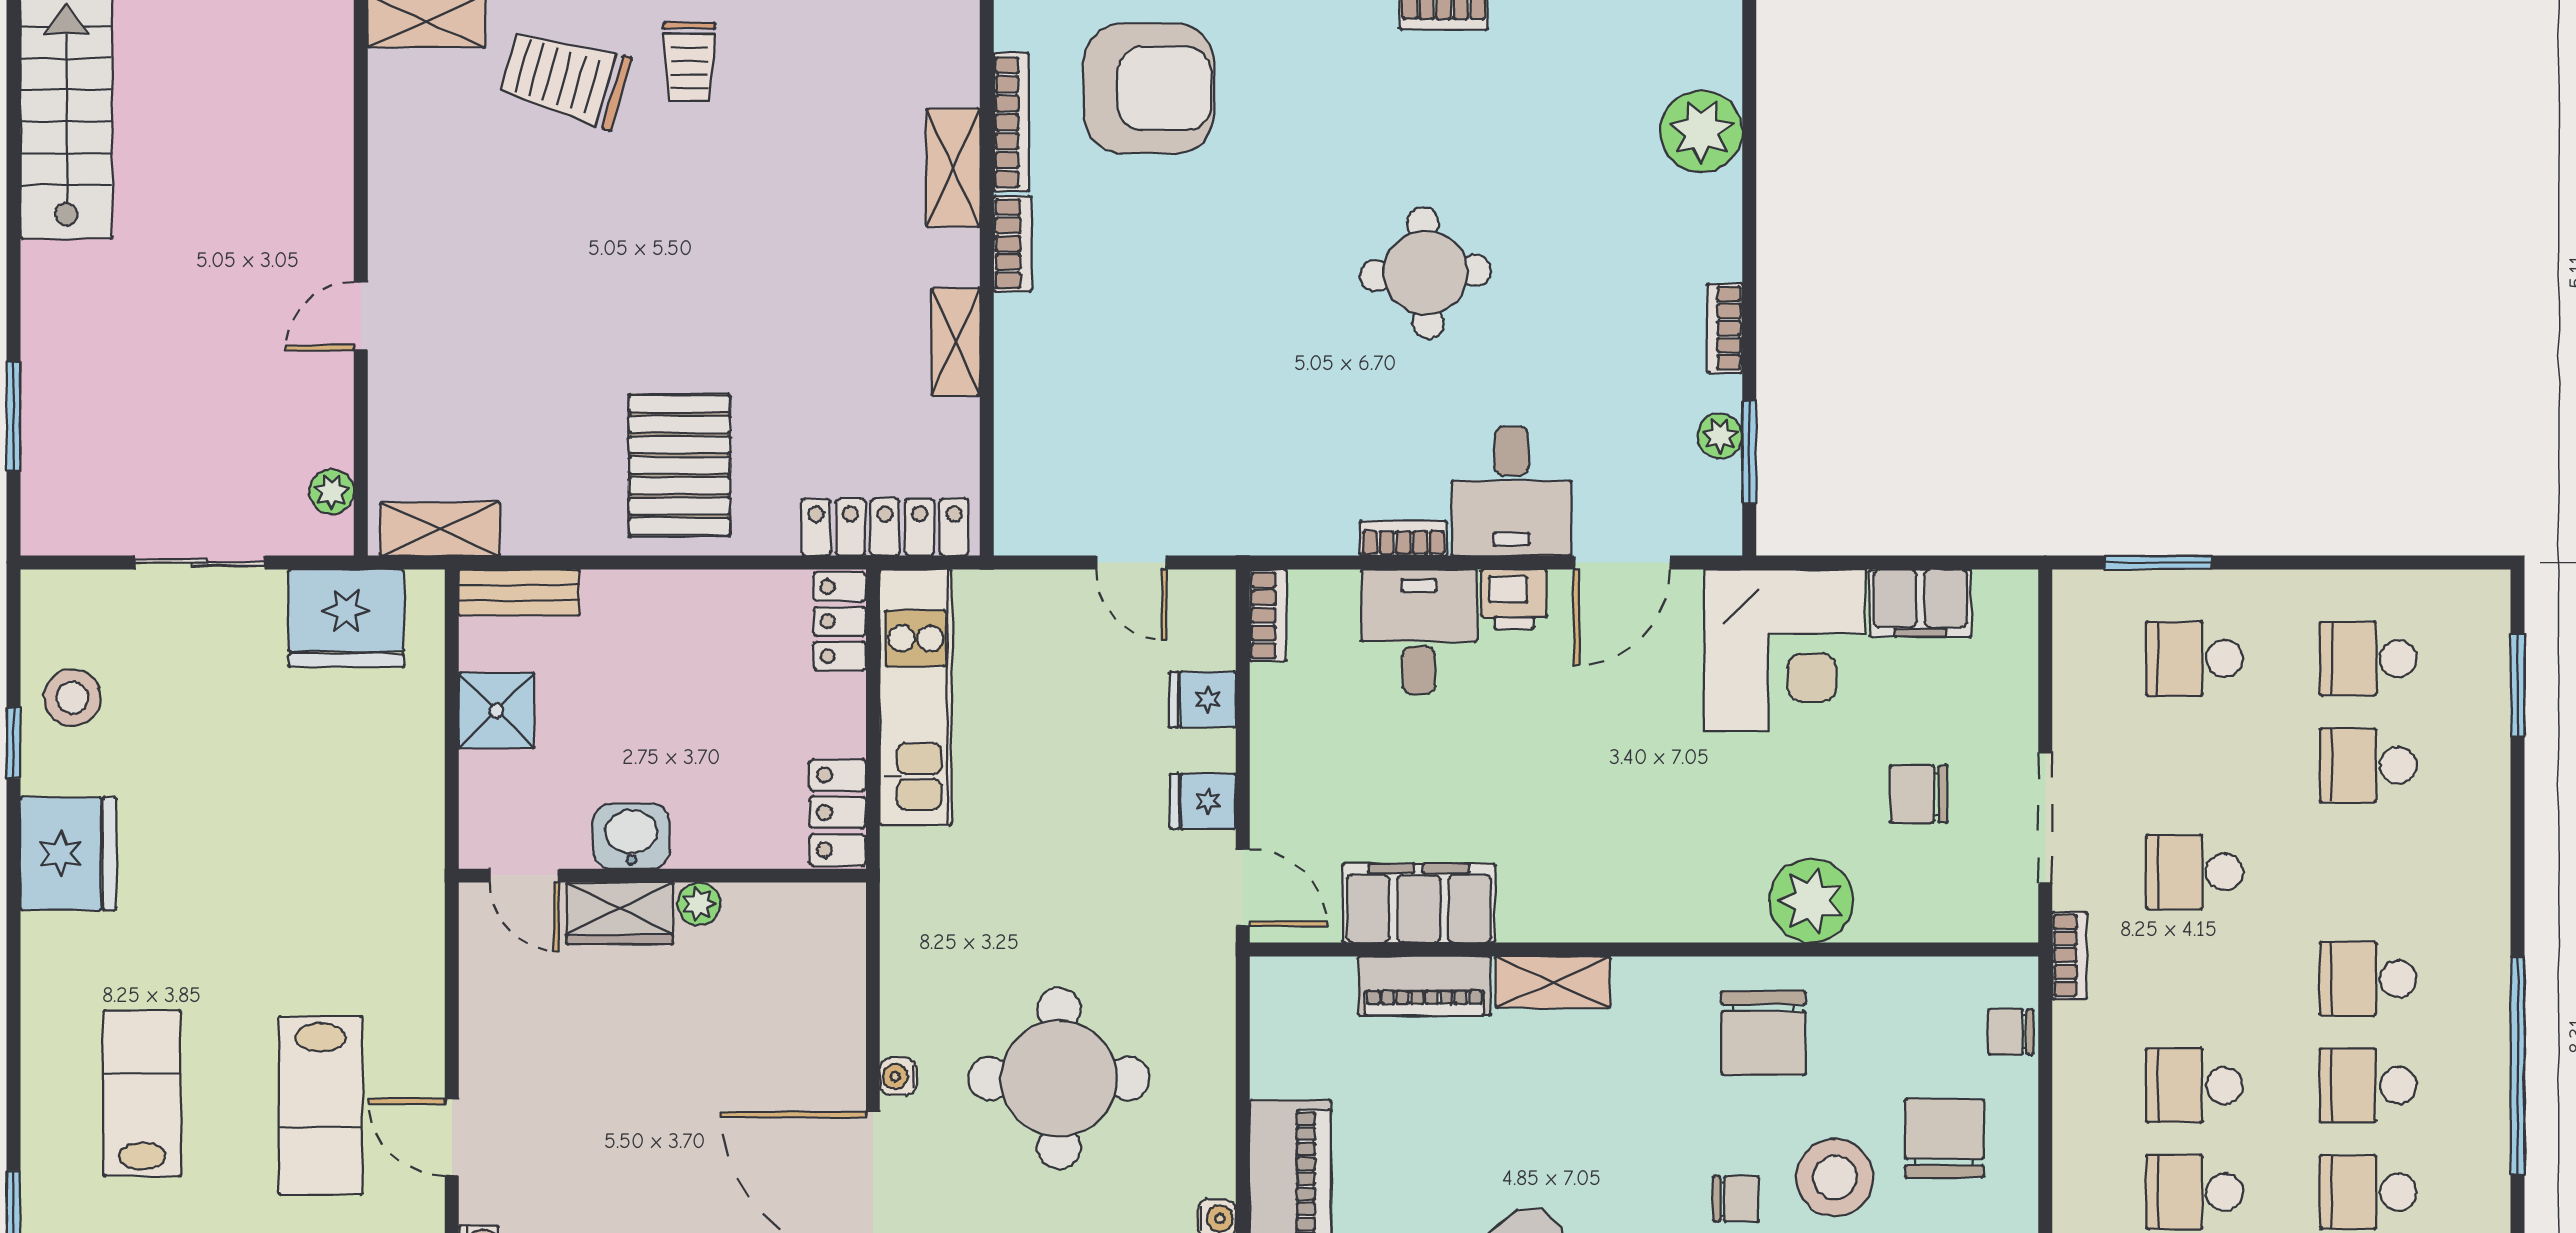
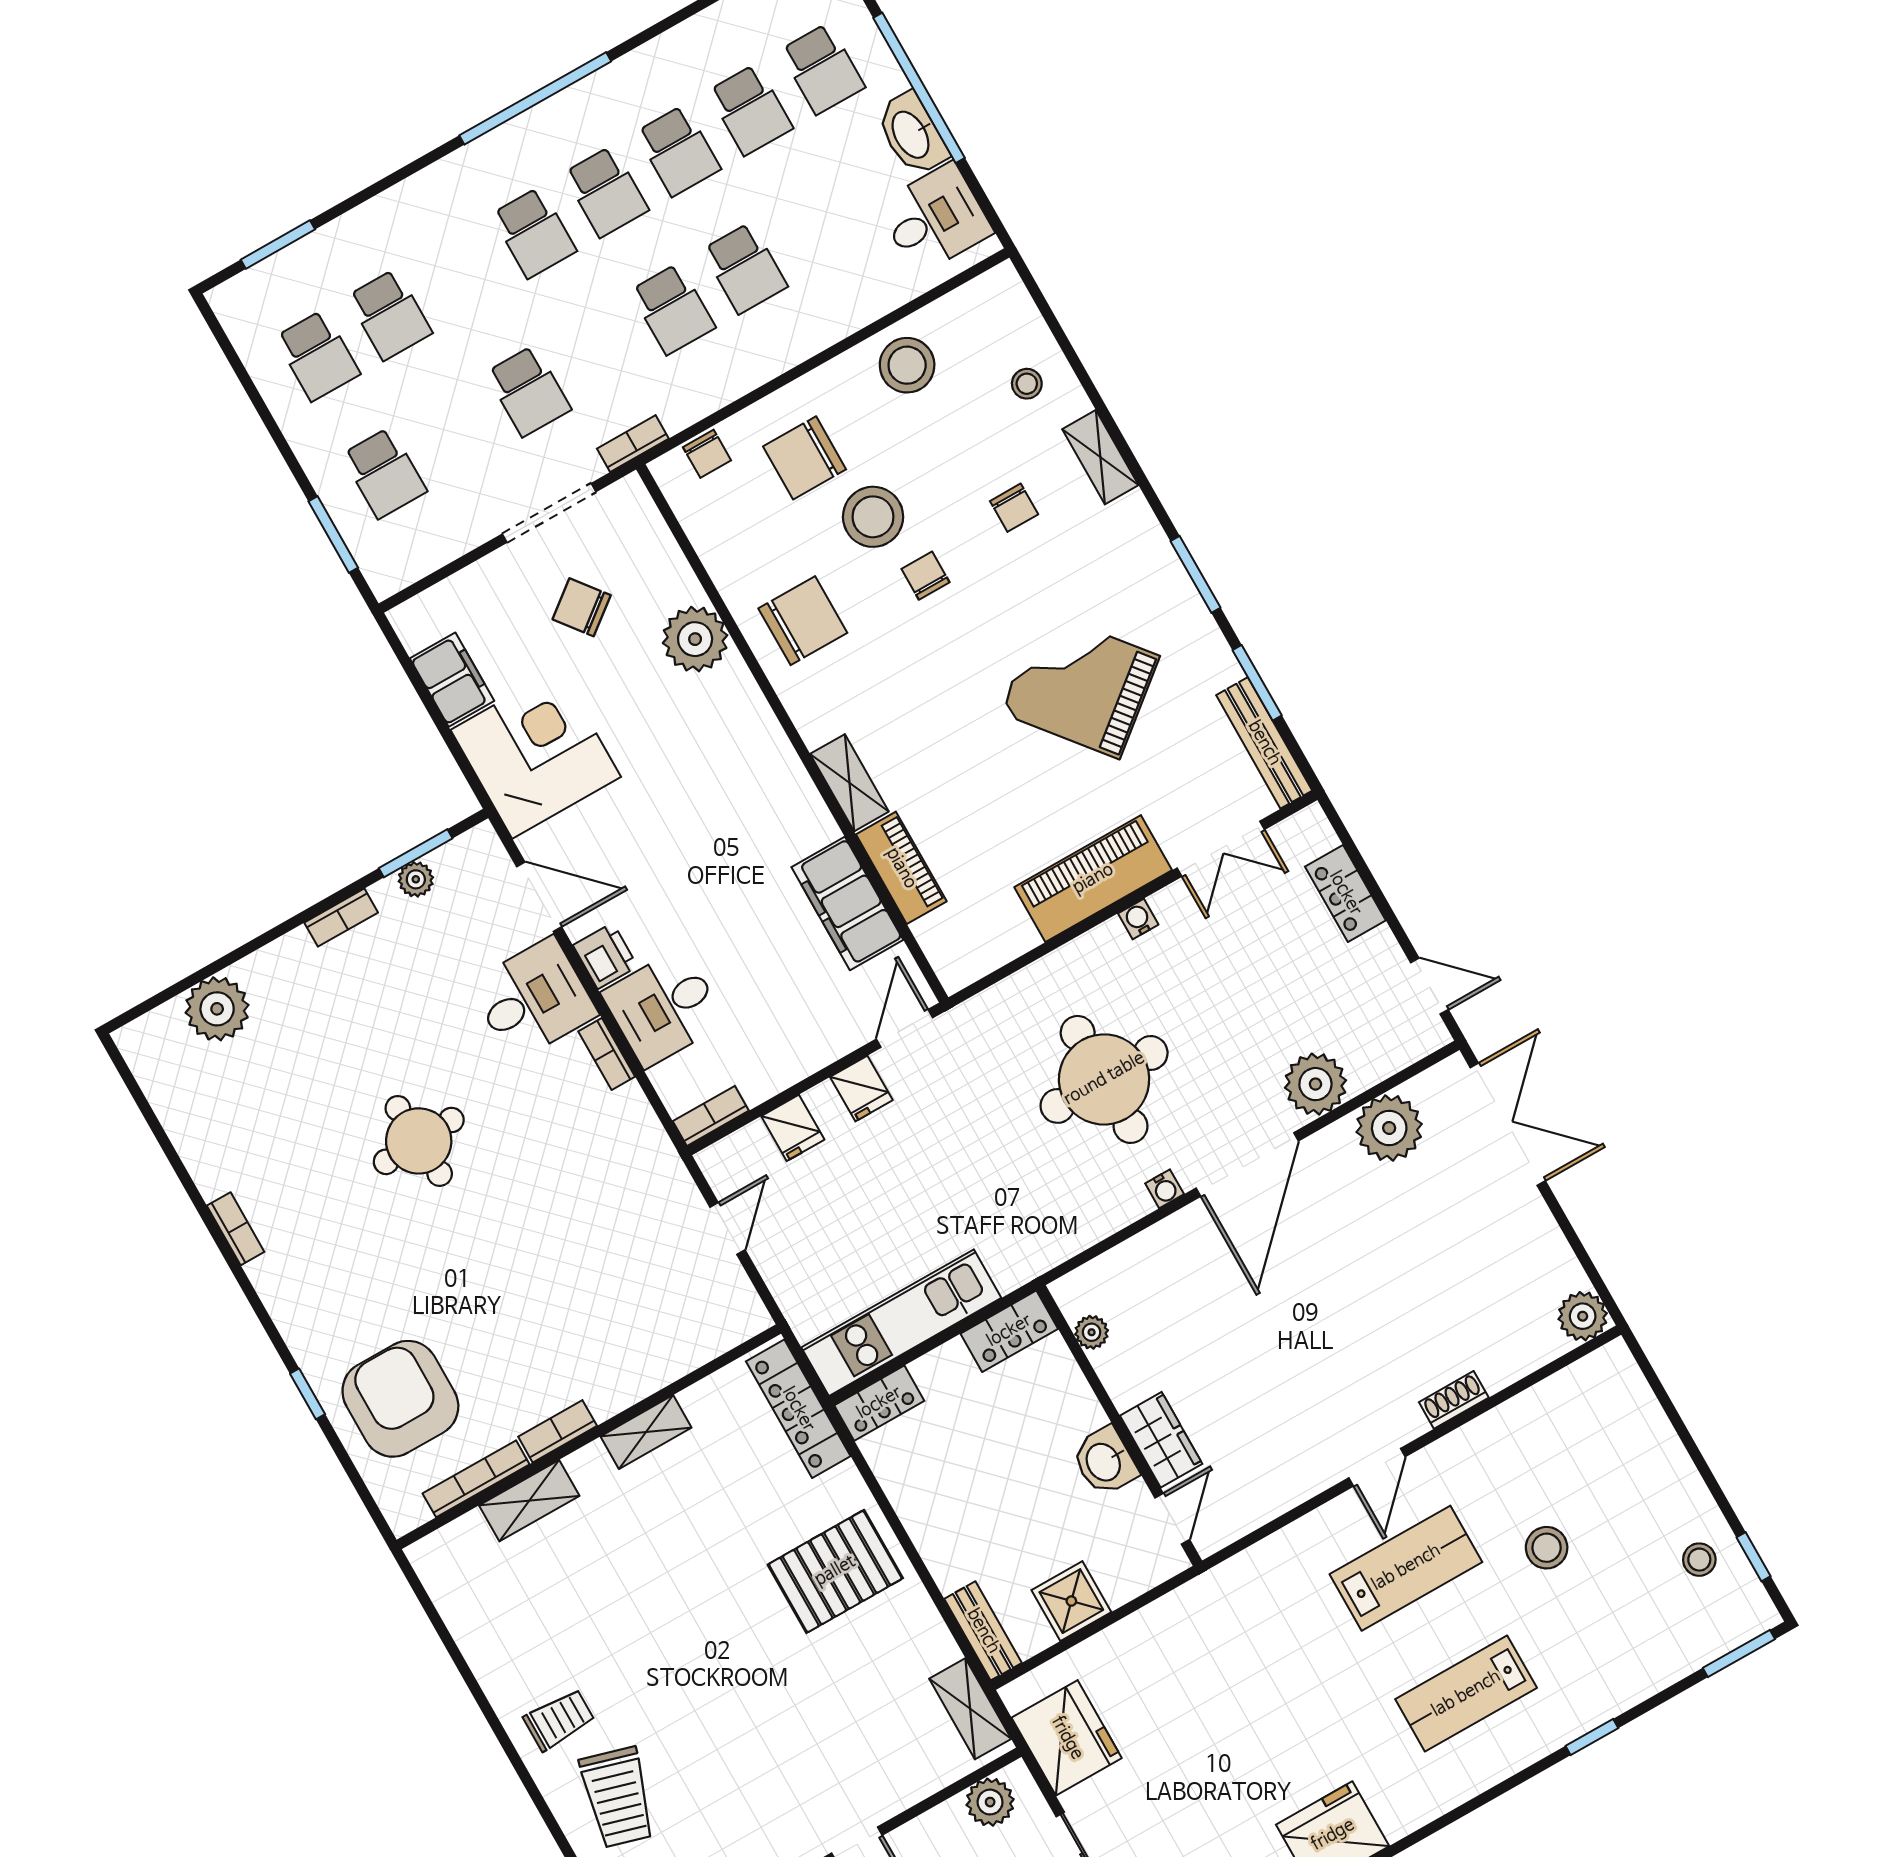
plant: (332, 492) -> (990, 1802), width x1.38, depth x1.38
chair: (1919, 794) -> (582, 607), turned 142
plant: (699, 904) -> (1092, 1332), moved

